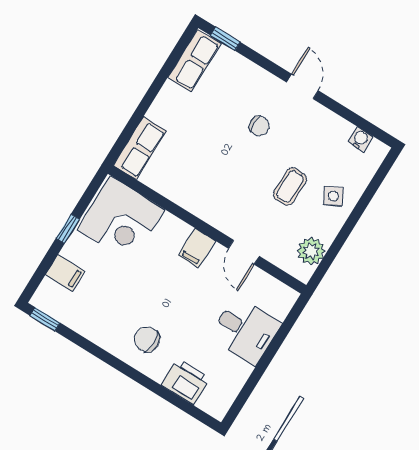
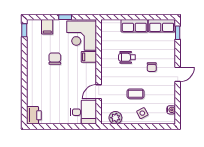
row of seats: (140, 148) -> (134, 26), moved
wheelchair: (213, 161) -> (127, 57), added
filing cabinet: (197, 248) -> (89, 57), moved
desk: (245, 330) -> (83, 112), moved, turned -90
chair: (147, 339) -> (55, 59), moved
printer: (186, 382) -> (34, 115), moved

